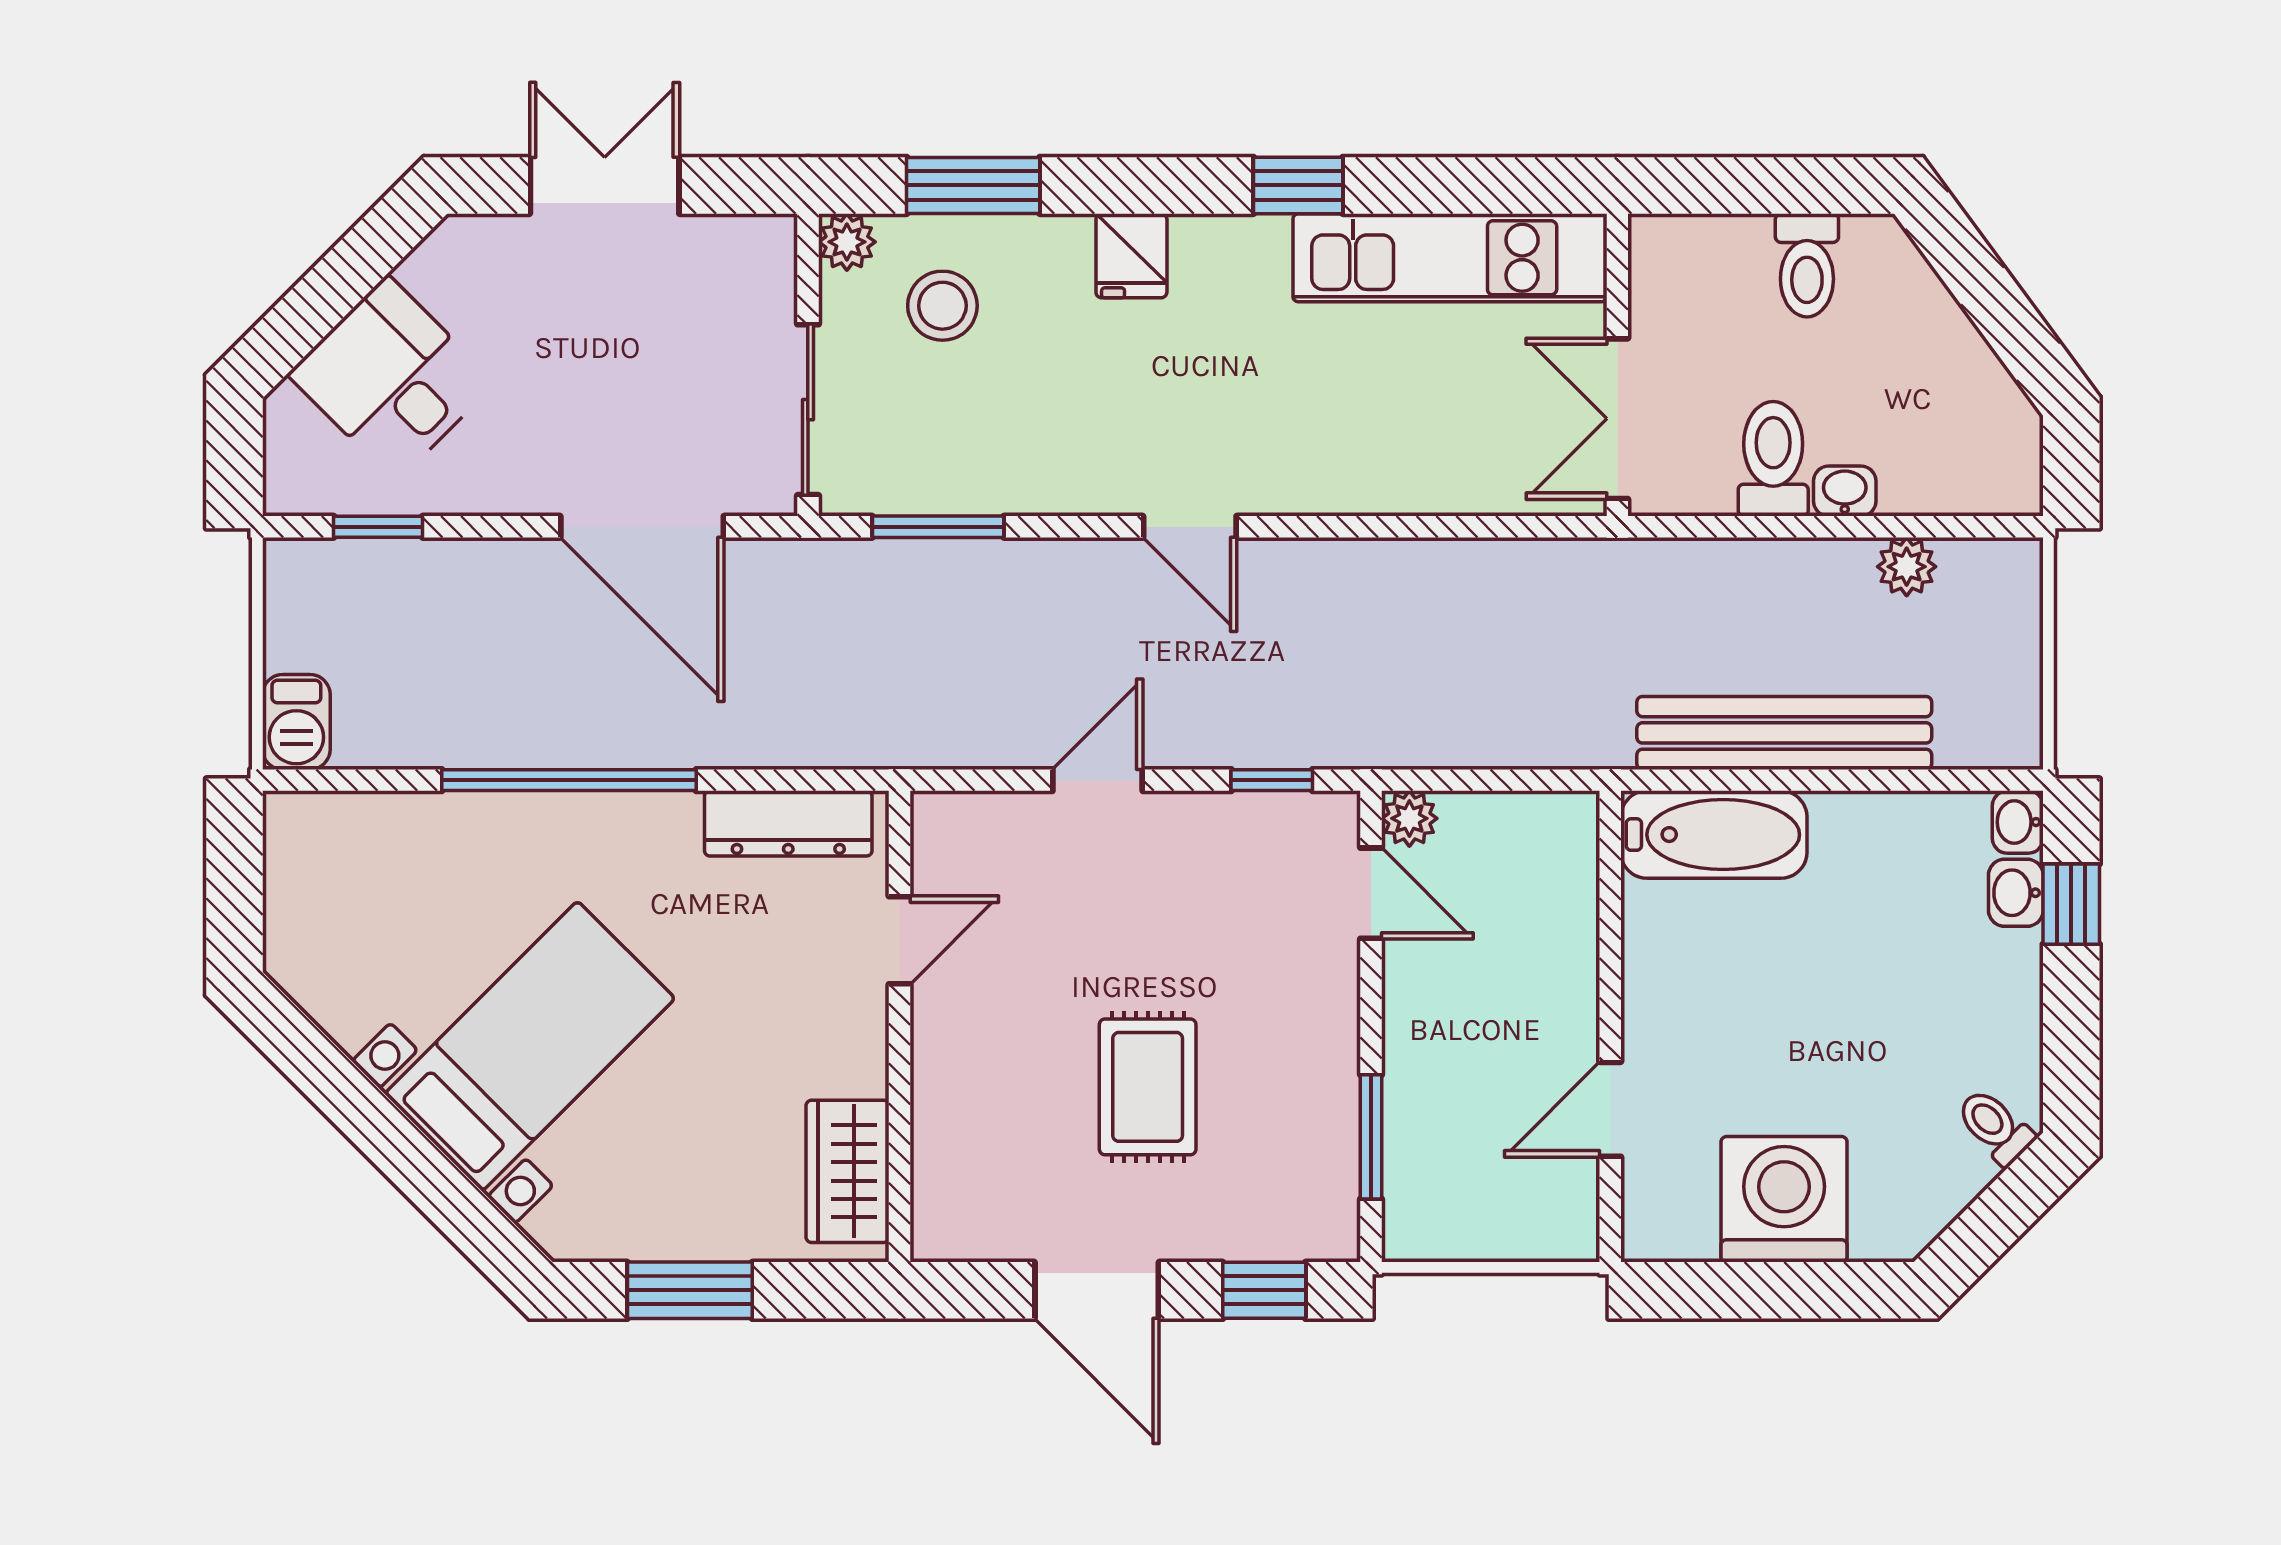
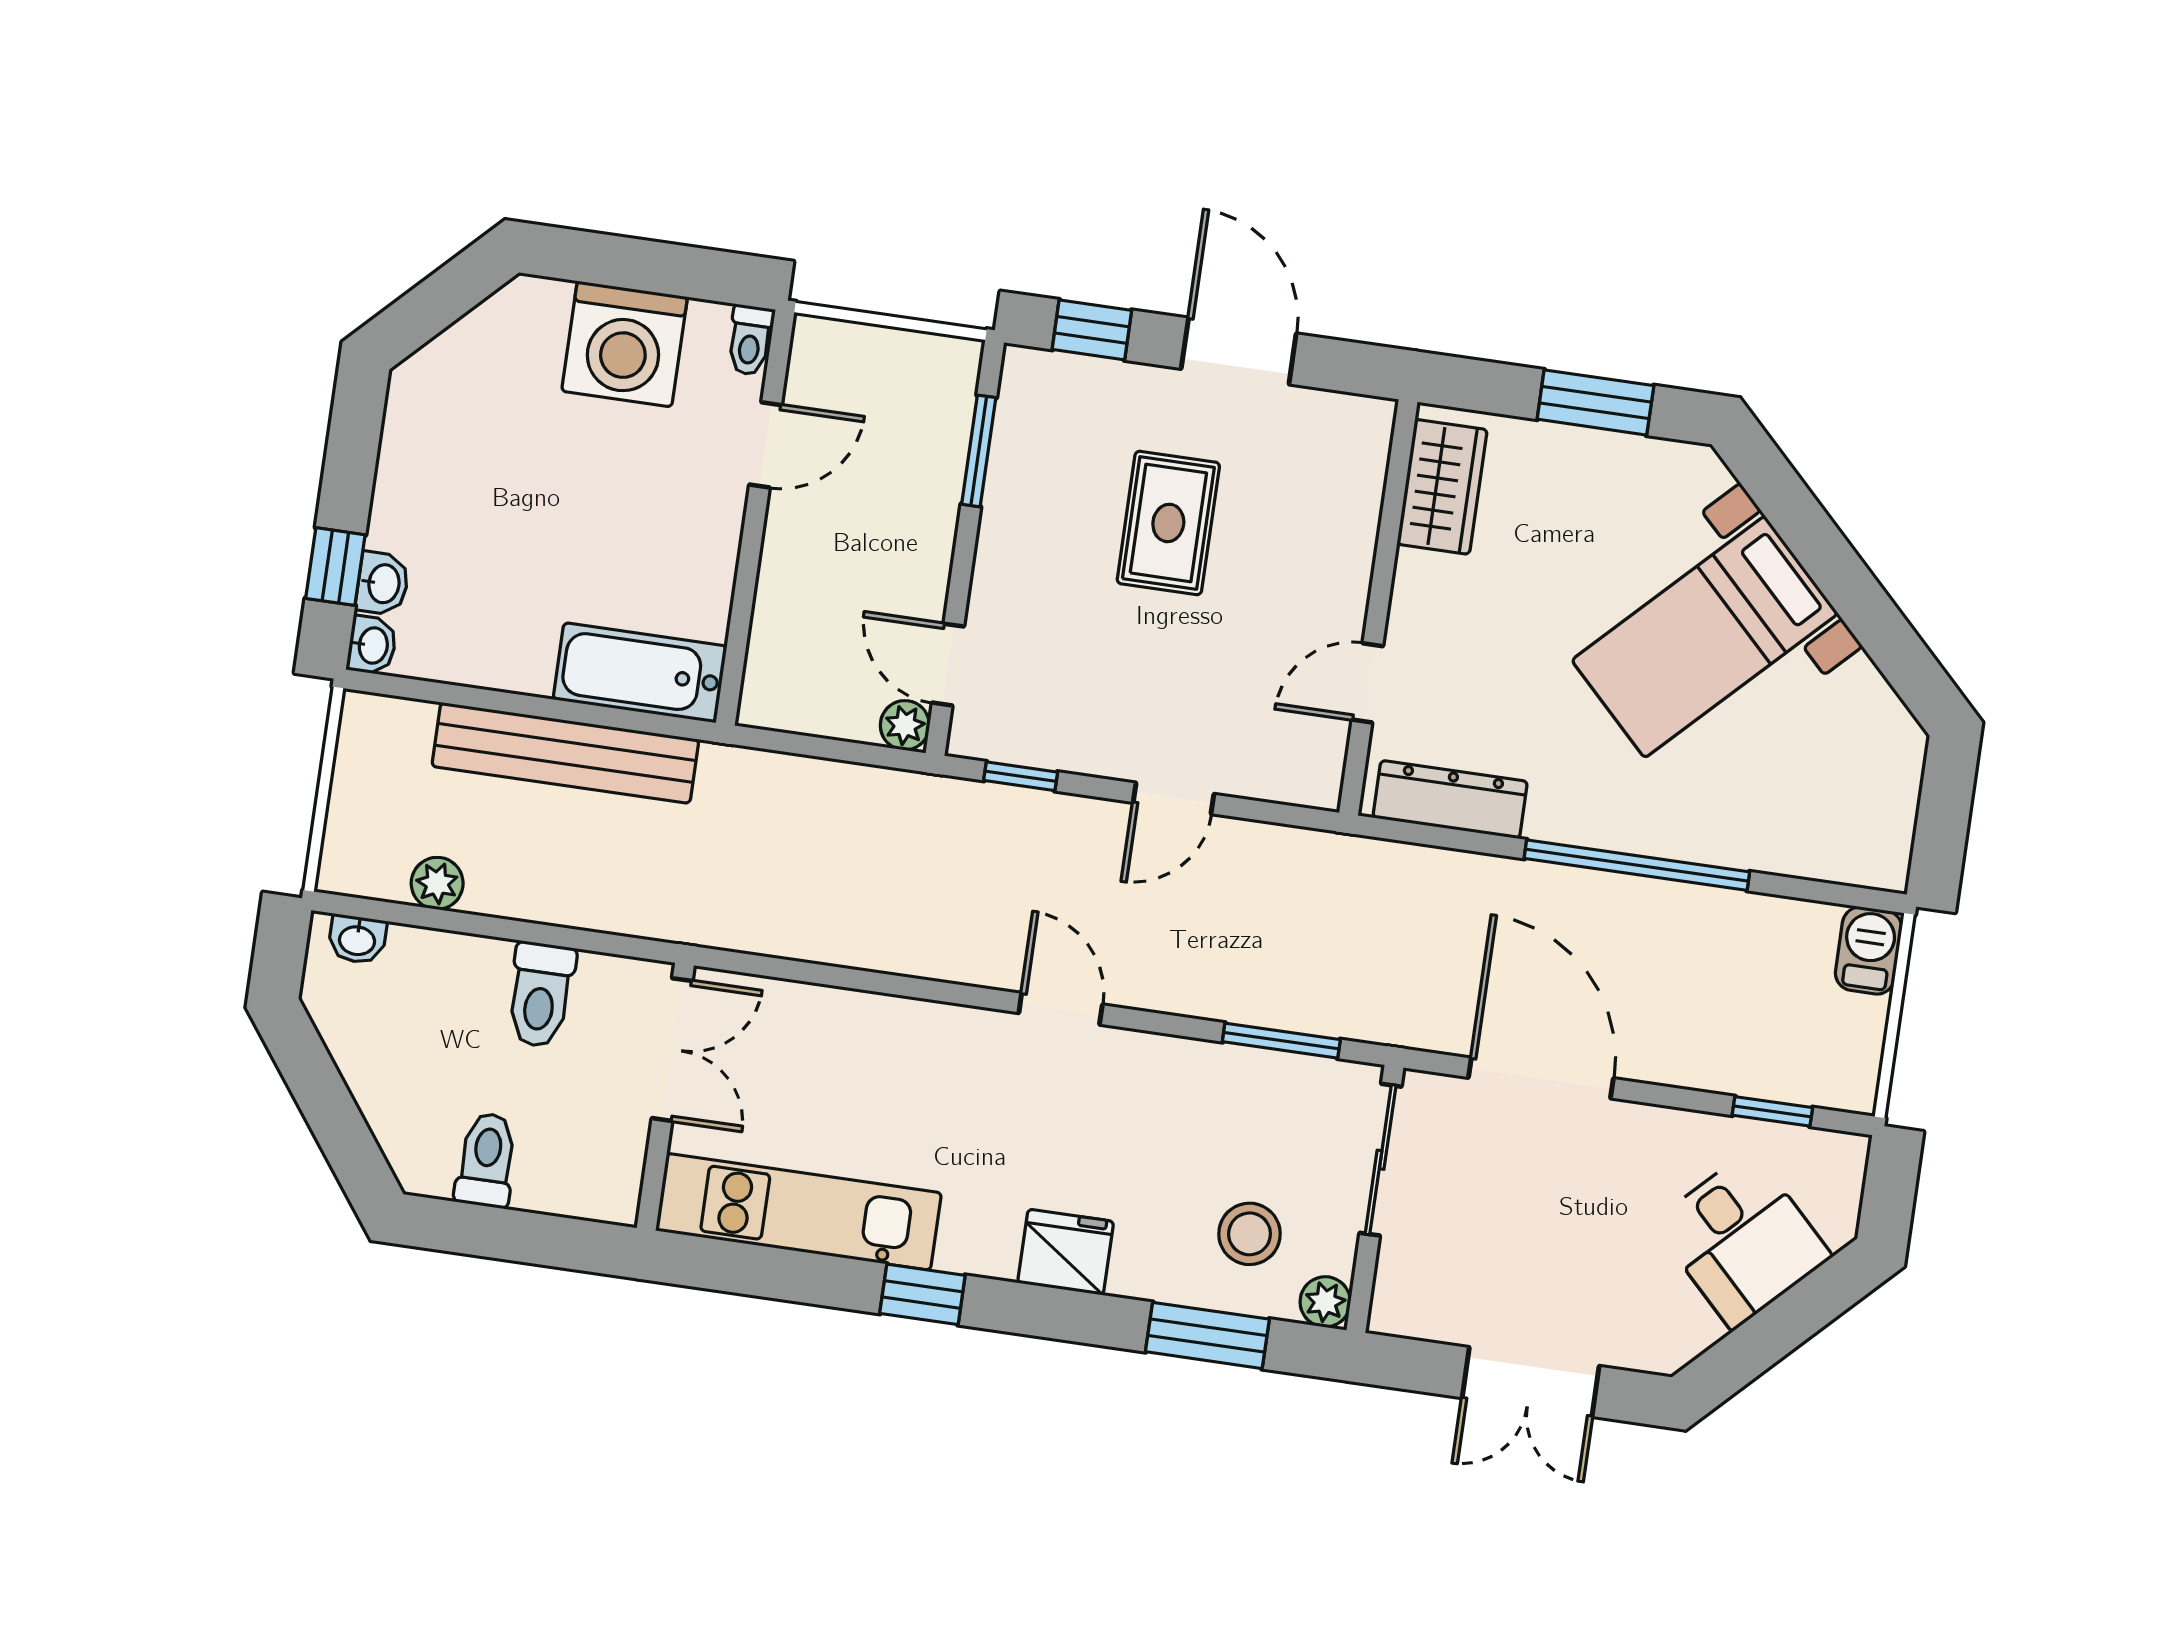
fridge: (1131, 256) -> (1066, 1252), width x1.38
washbasin: (1845, 491) -> (357, 939), moved
toilet: (1995, 1127) -> (750, 340), moved, turned 45

